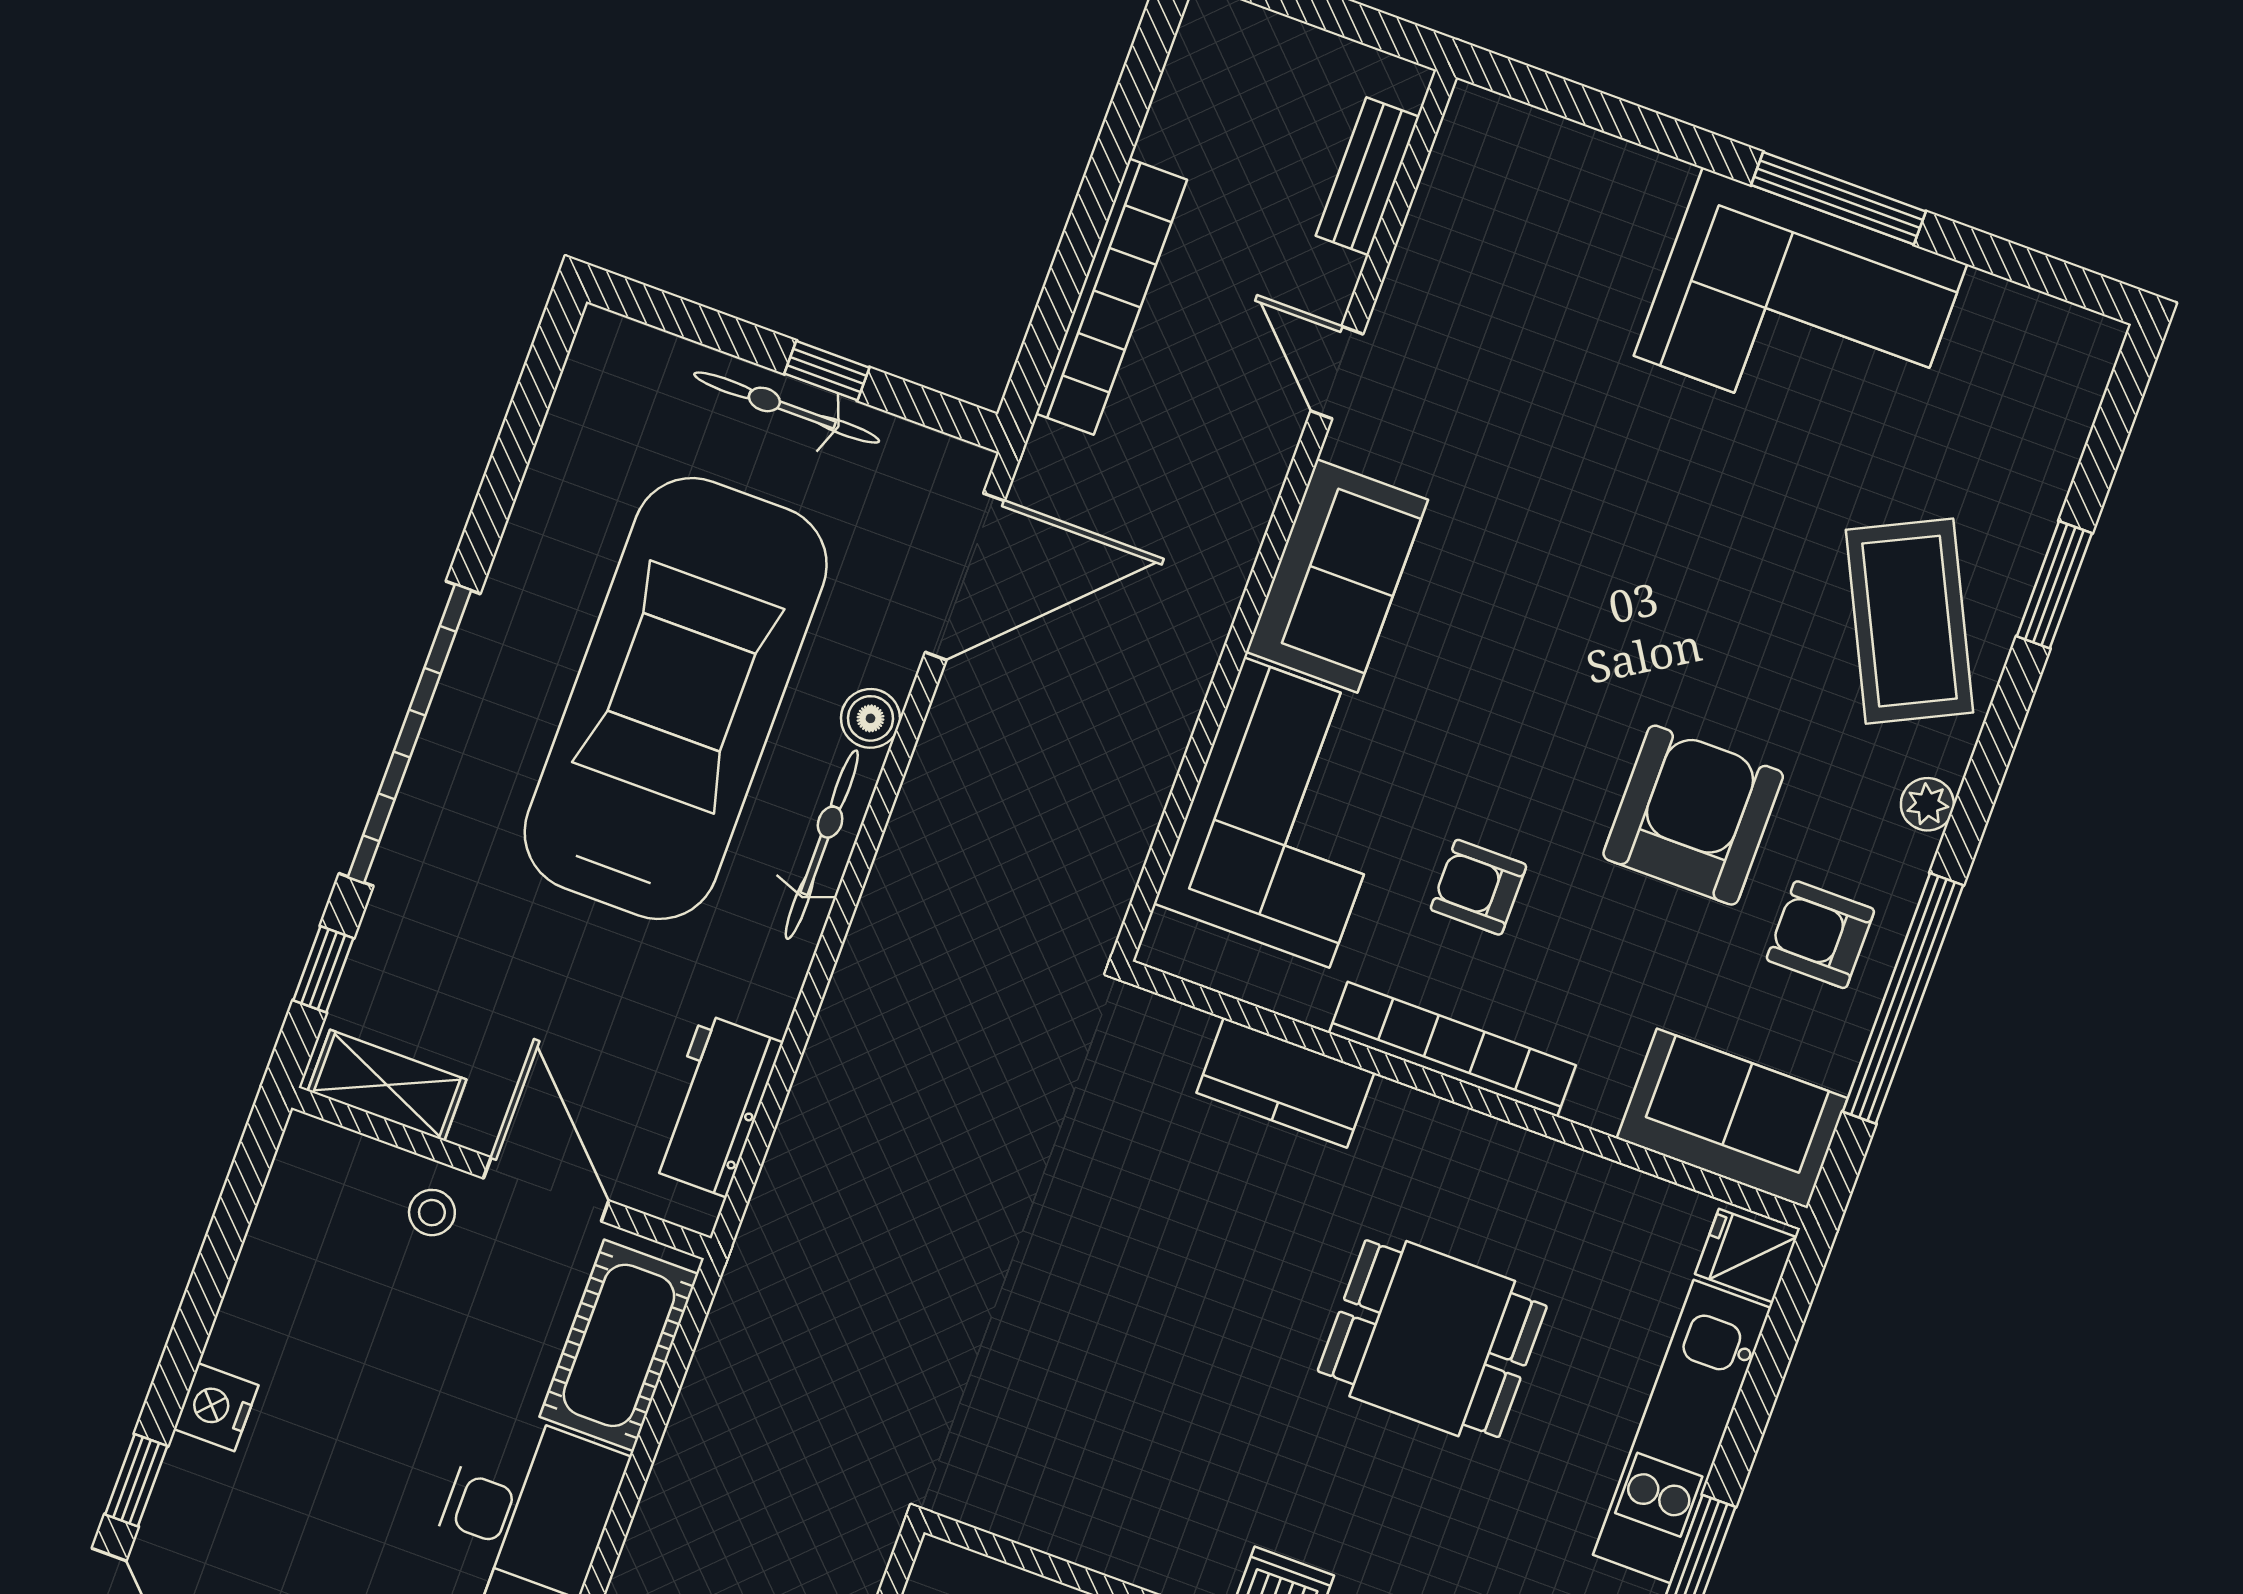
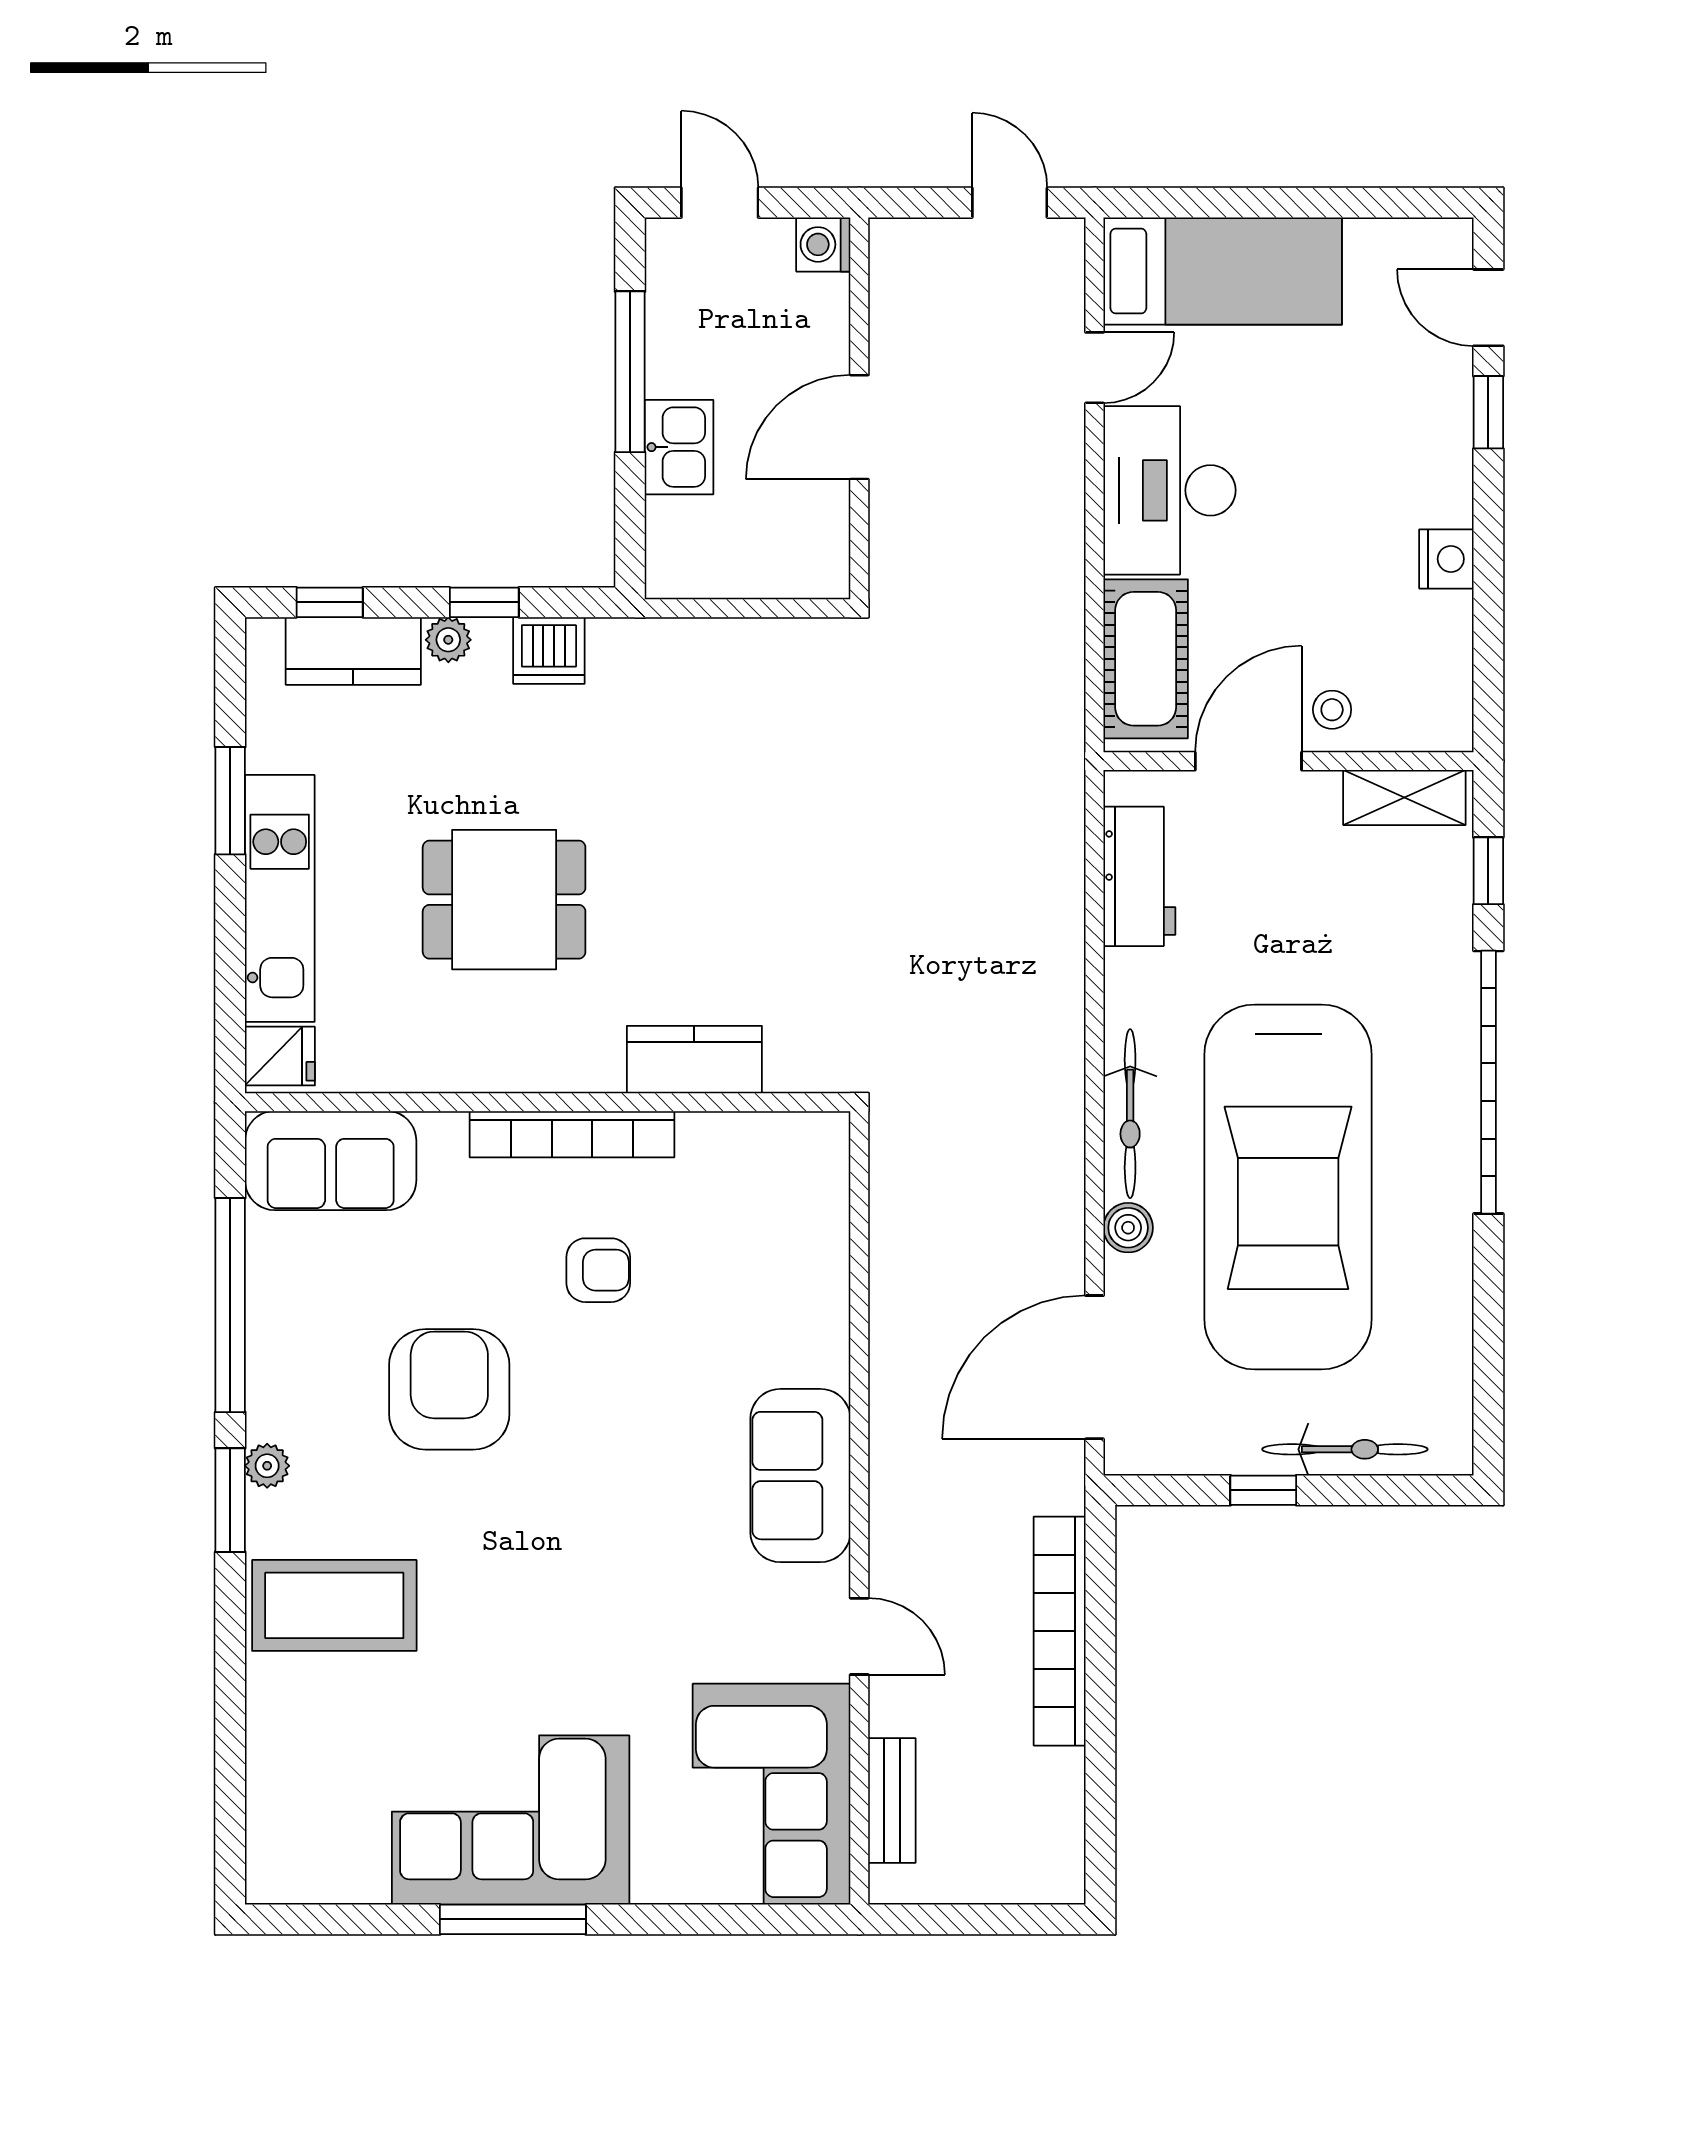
bicycle: (787, 408) -> (1345, 1449), moved
window: (2054, 585) -> (230, 1500), moved
coffee table: (1909, 621) -> (334, 1605), turned -64
corner sofa: (1287, 813) -> (772, 1794), moved
armchair: (1693, 815) -> (449, 1389), turned 180
armchair: (1820, 935) -> (314, 1332), removed
door: (546, 1189) -> (1248, 761), swing flipped
nightstand: (216, 1407) -> (1446, 559), moved

